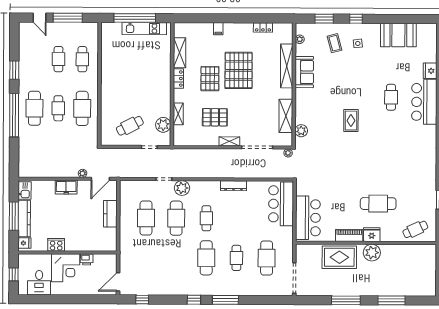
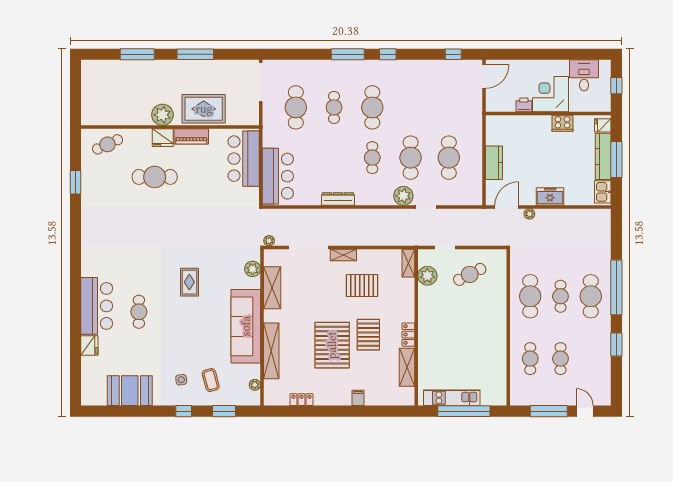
sofa: (304, 72) -> (246, 326), width x1.85, depth x1.27
shelving: (178, 114) -> (408, 263), moved

